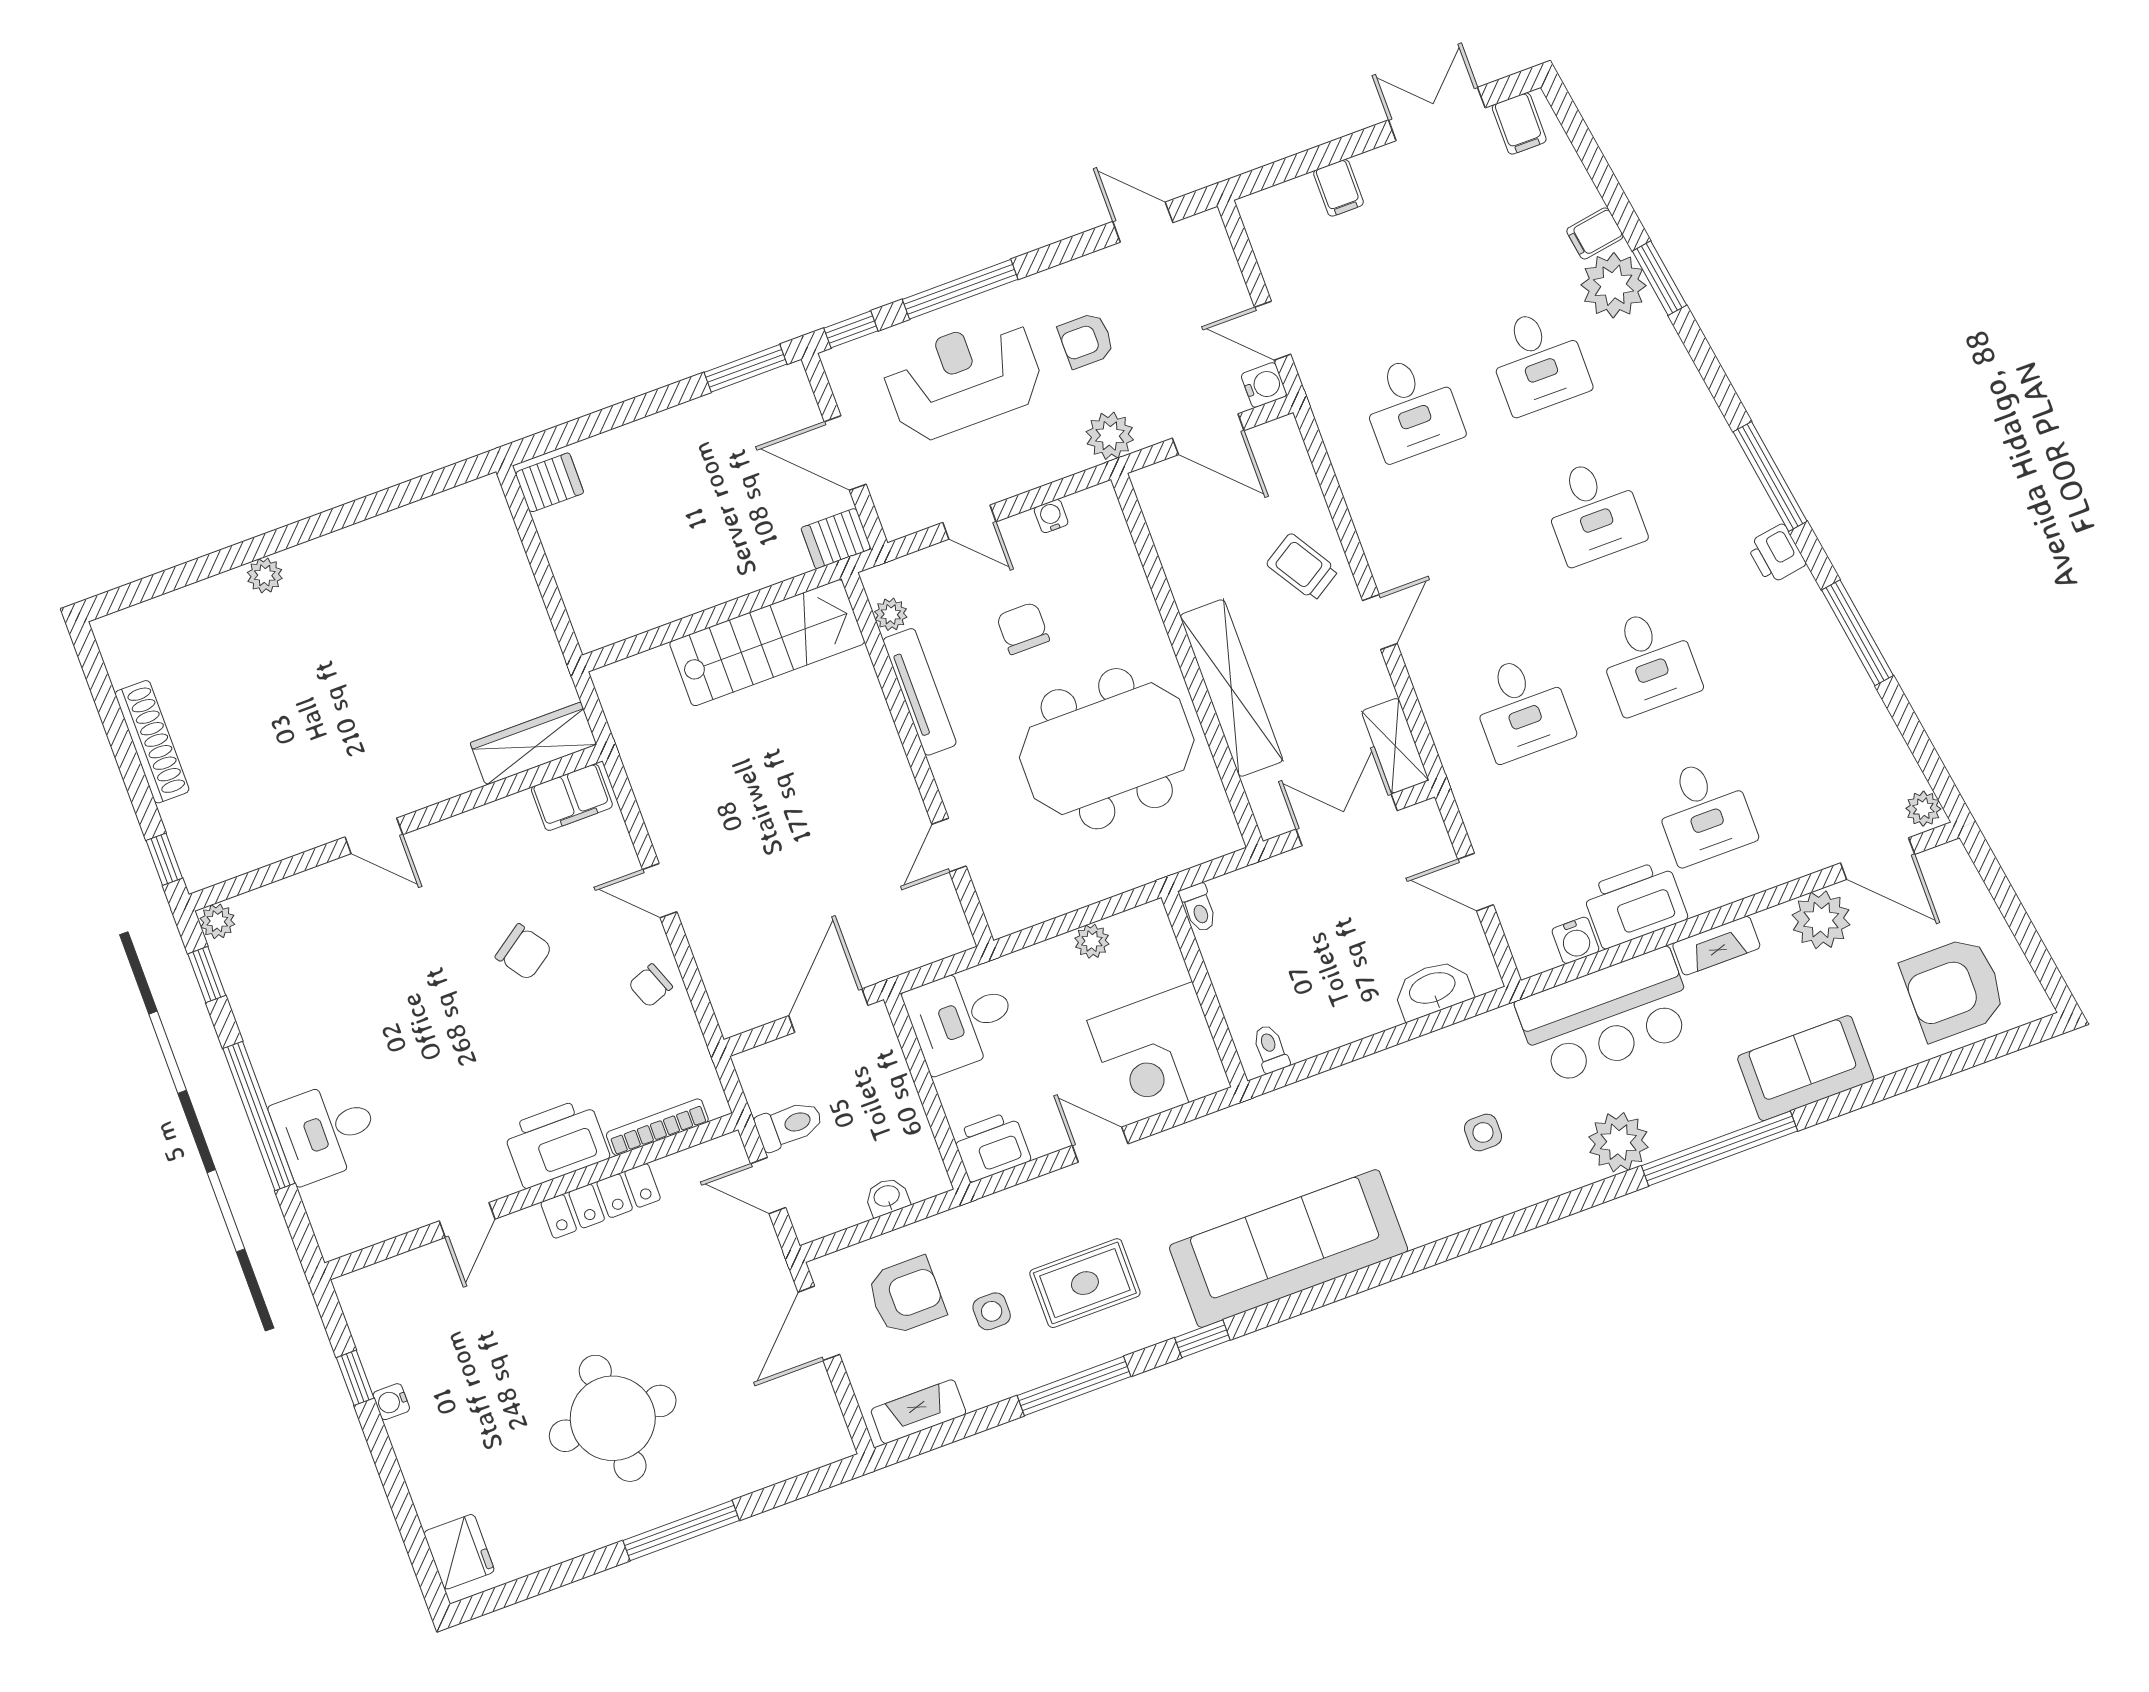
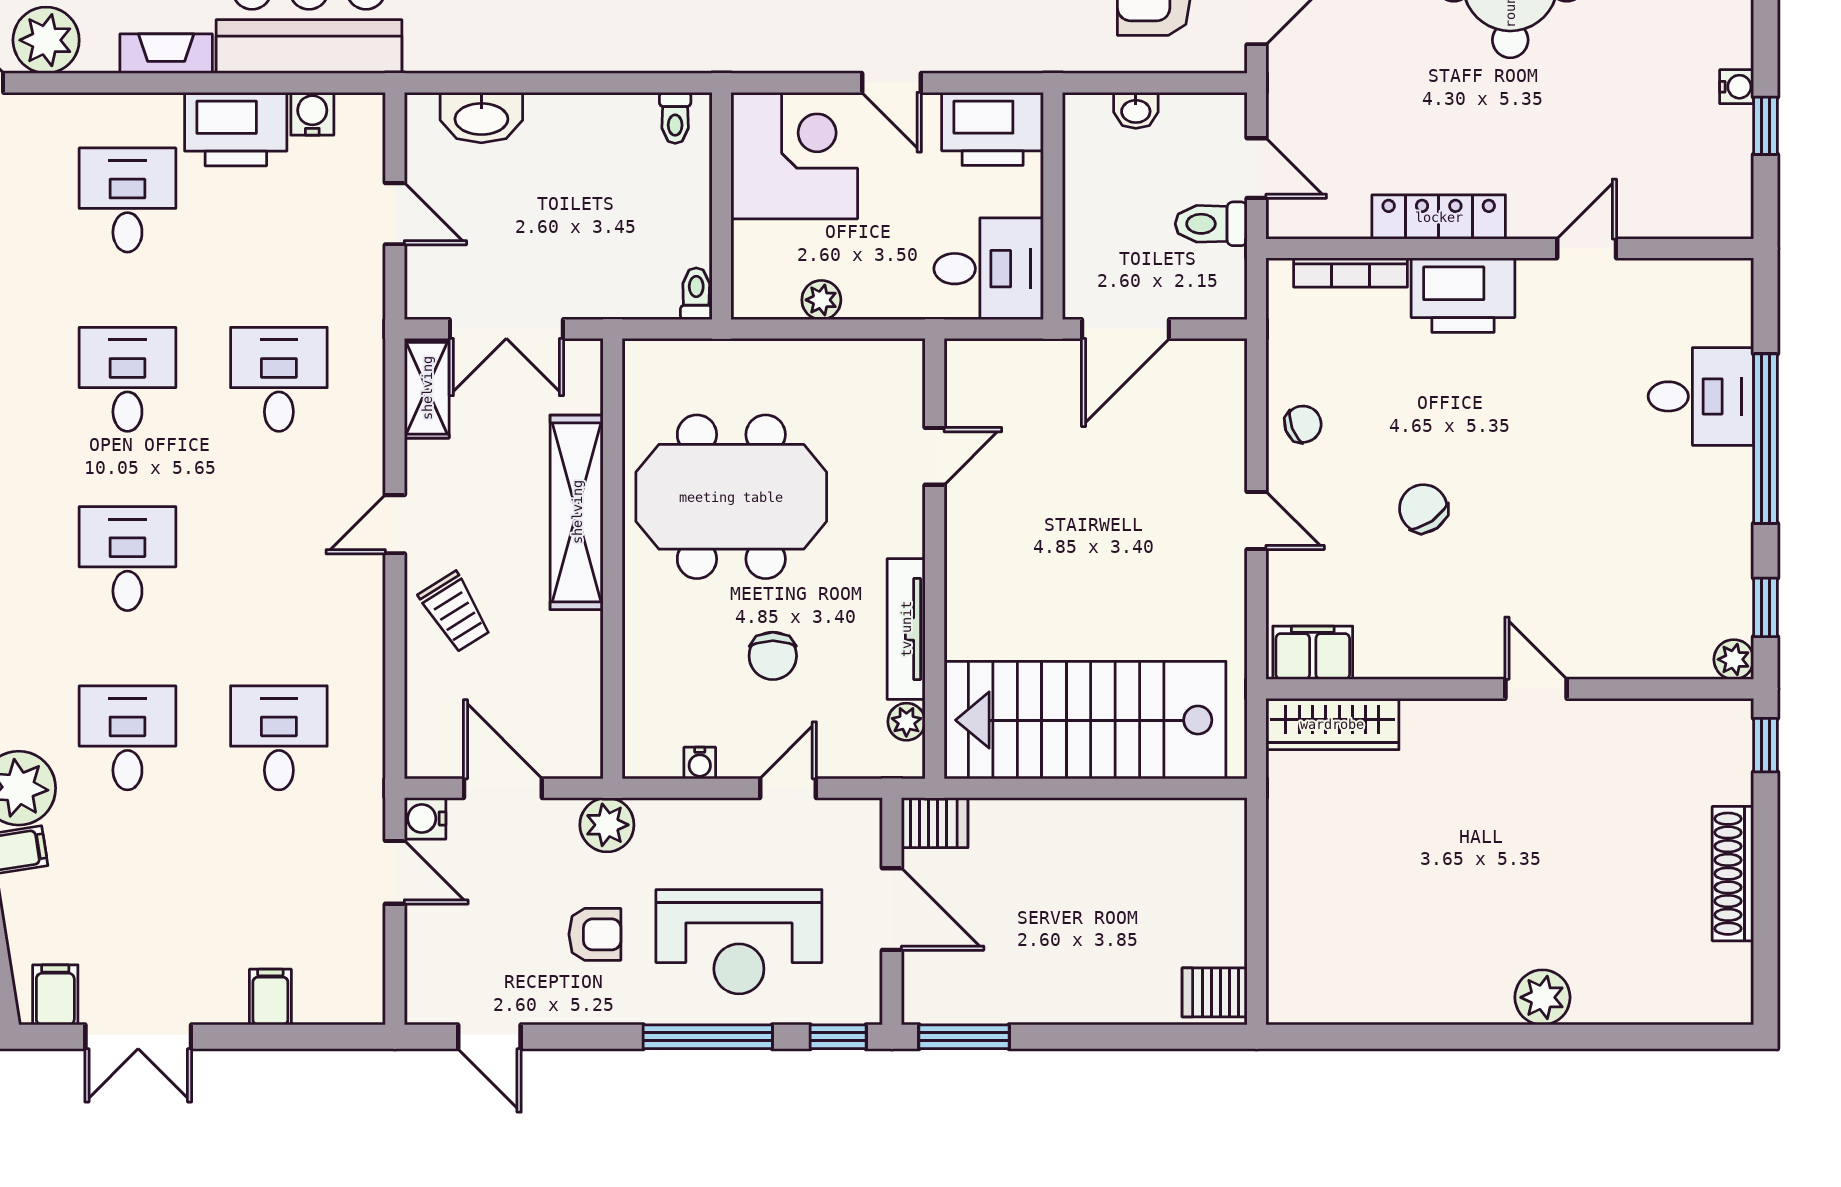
door: (969, 522) -> (788, 788), hinge flipped
plant: (265, 575) -> (1542, 997), width x1.38, depth x1.38
stairs: (767, 643) -> (1085, 720), width x1.36, depth x1.51
printer: (992, 1146) -> (993, 129), width x1.37, depth x1.19

